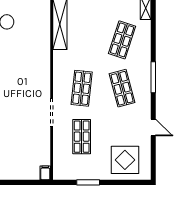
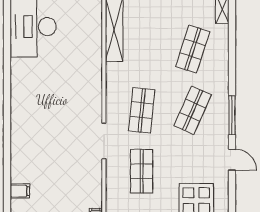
window: (153, 77) -> (232, 115), moved
shop shelf: (122, 88) -> (193, 110), turned 39

